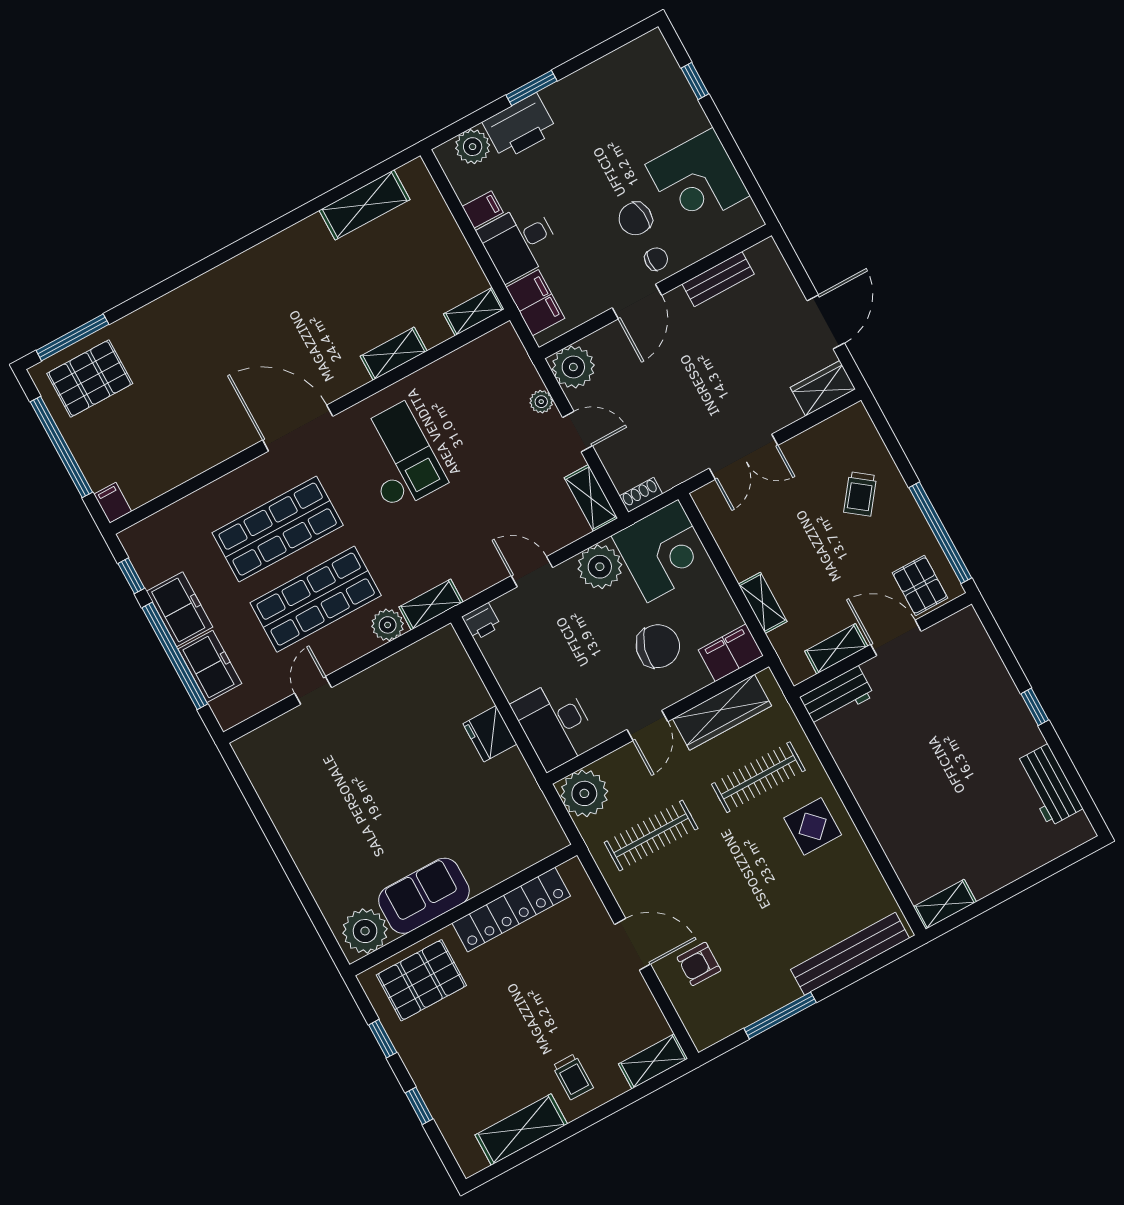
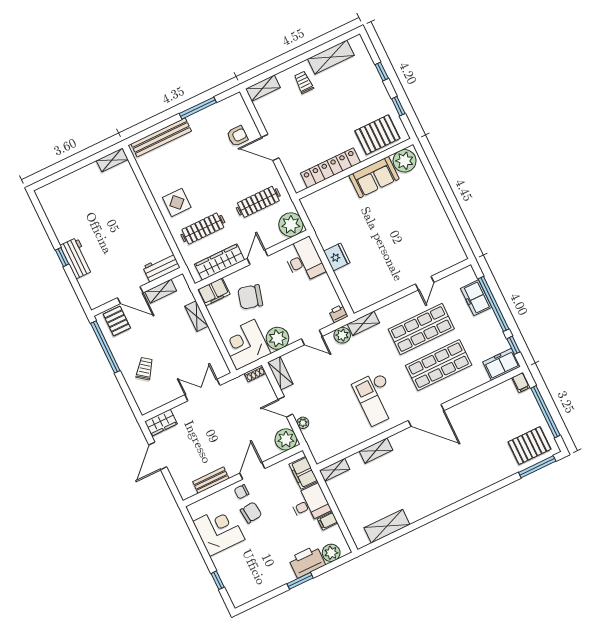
freezer: (180, 609) -> (502, 364), moved, turned 90
plant: (388, 625) -> (342, 335), moved
workbench: (1049, 785) -> (77, 258), moved

